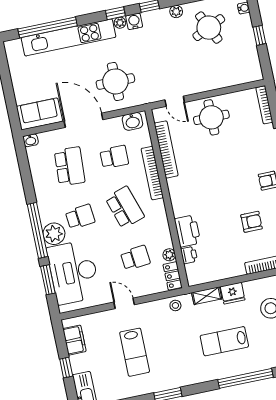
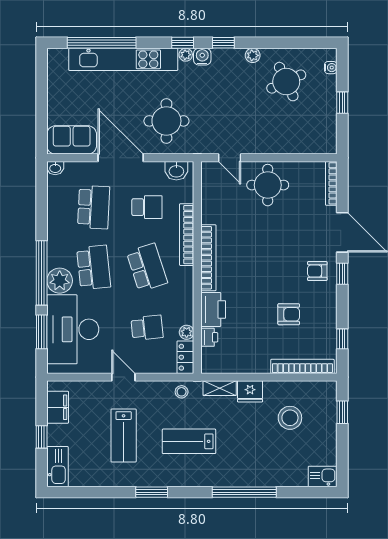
bookcase: (166, 149) -> (208, 258), moved
school desk: (80, 217) -> (94, 267), width x1.85
lab bench: (224, 341) -> (189, 441), moved

